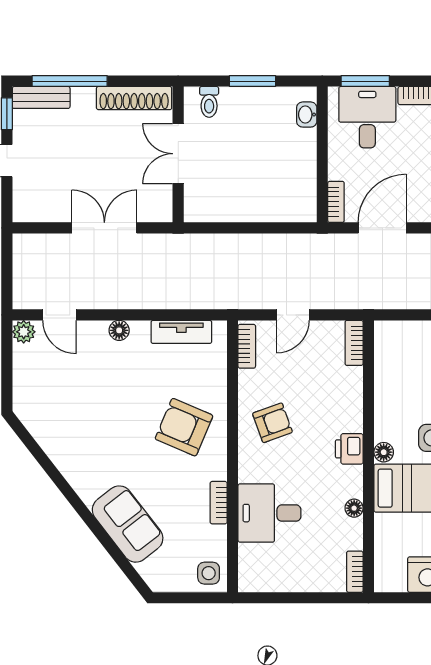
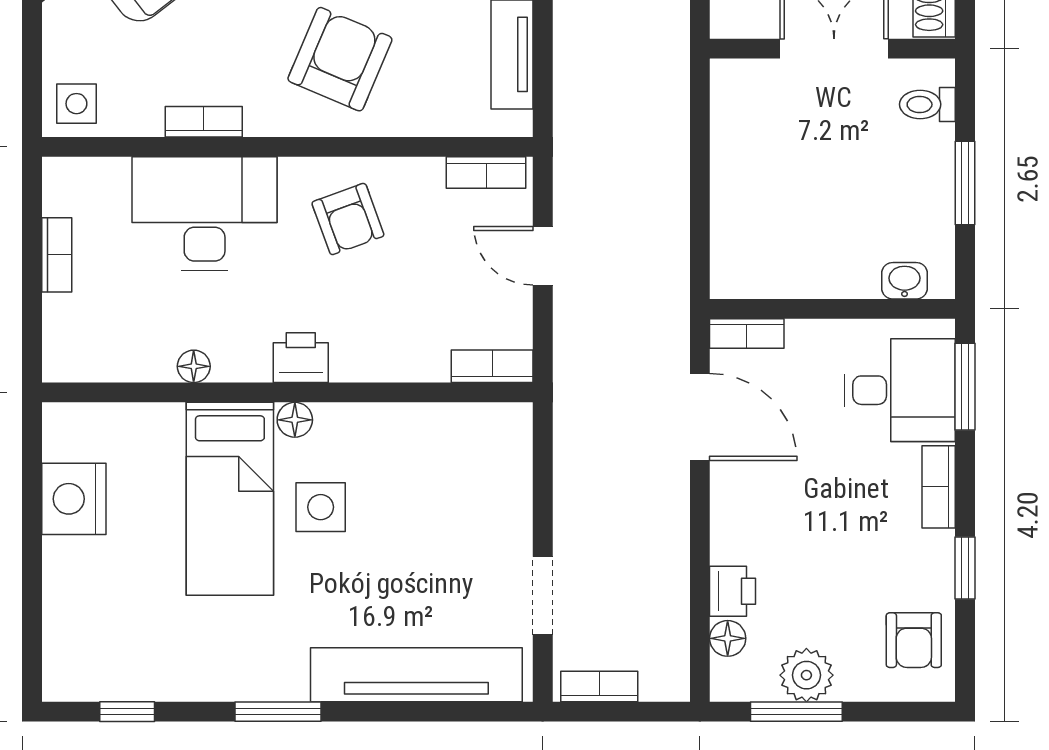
desk: (269, 513) -> (205, 213), width x1.37
bookcase: (355, 572) -> (57, 255), moved, turned 90

